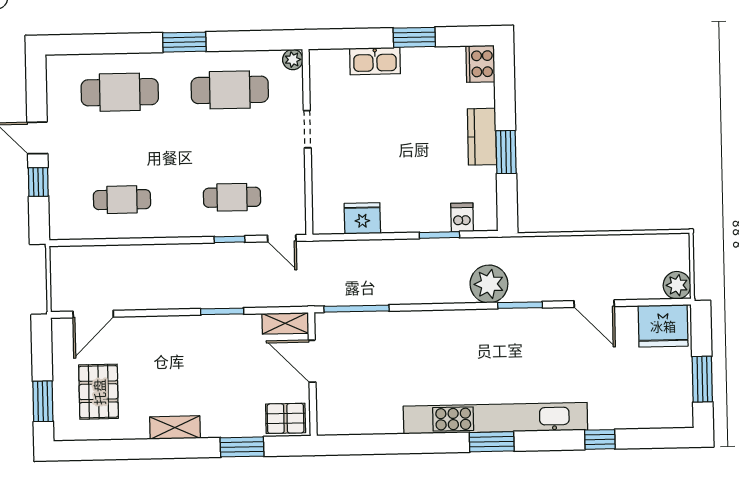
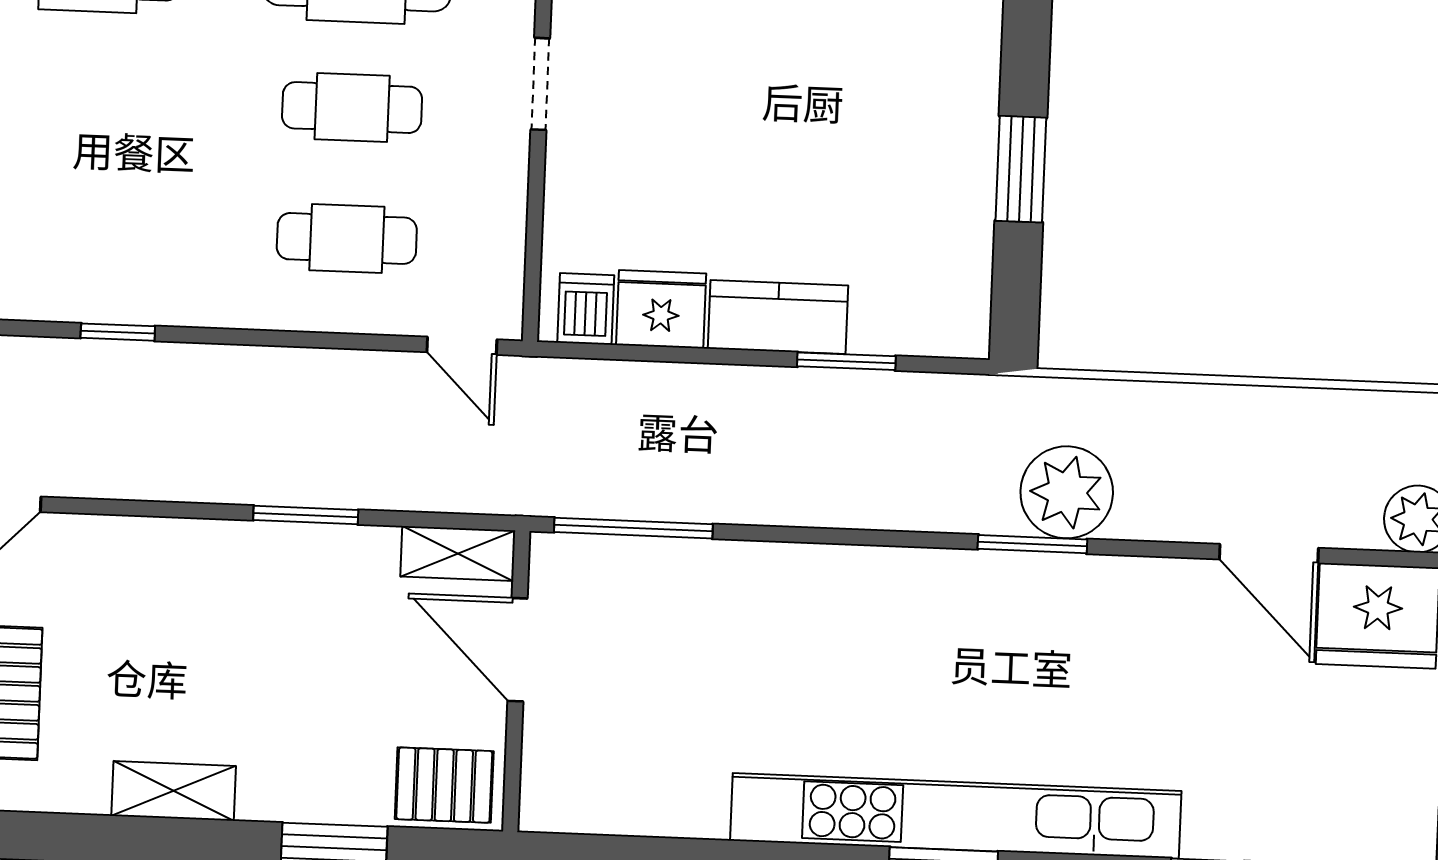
kitchen counter: (482, 137) -> (778, 317), moved, turned 90
cafe table: (122, 200) -> (352, 108), moved
dishwasher: (462, 217) -> (586, 309), moved
window: (230, 239) -> (118, 332), moved
plant: (489, 284) -> (1067, 492), moved
door: (594, 304) -> (1269, 554), moved

